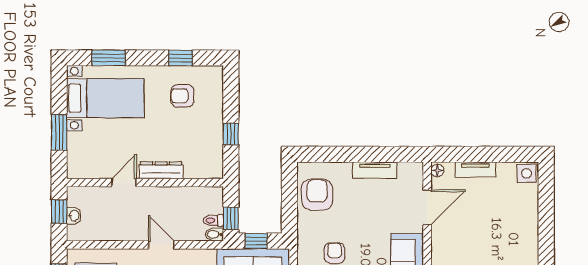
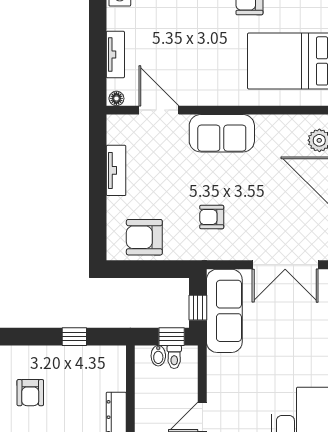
bidet: (214, 234) -> (158, 356), moved

